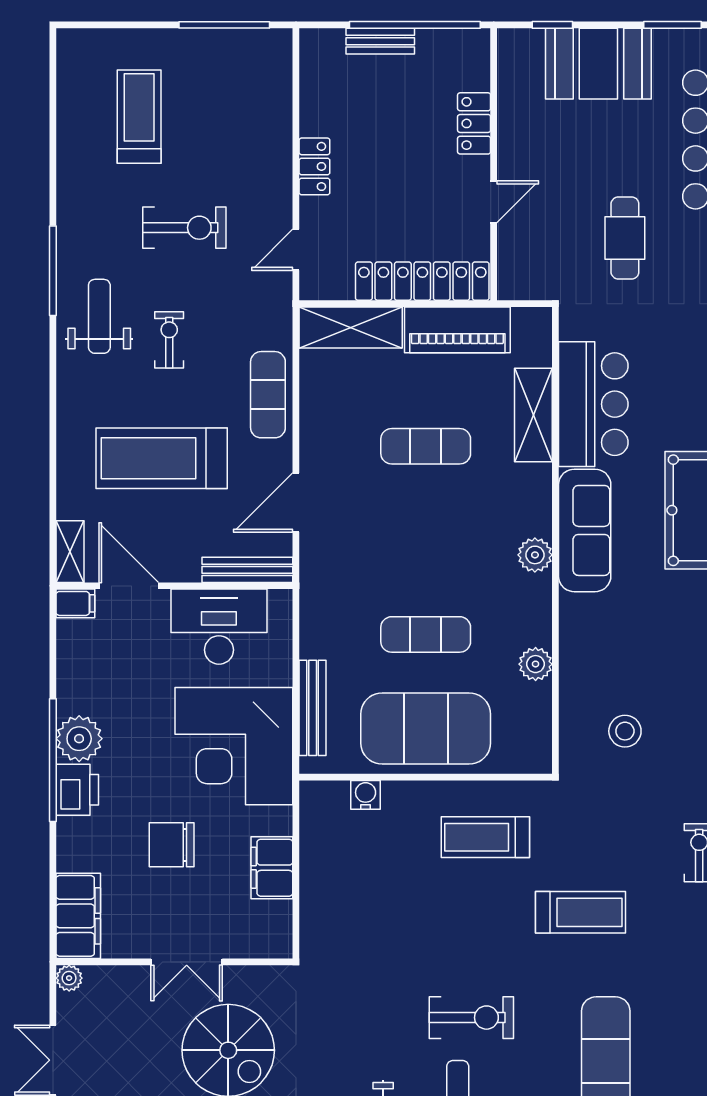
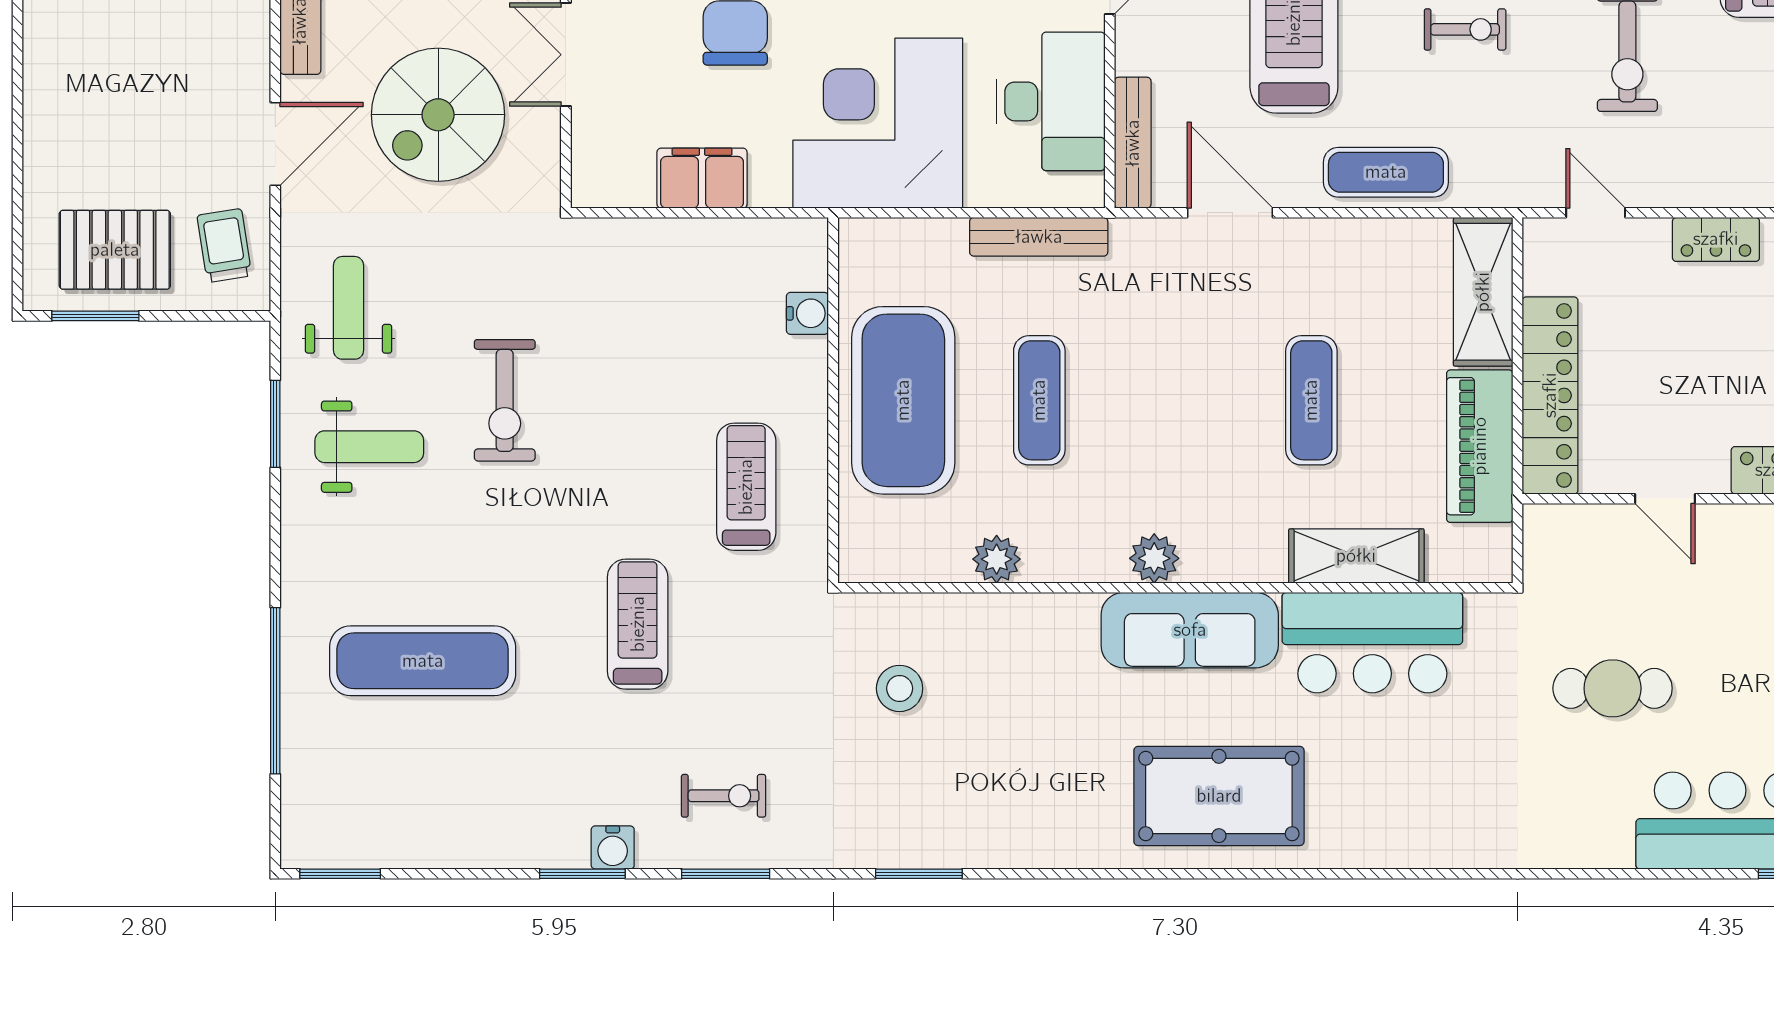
bench: (313, 708) -> (1039, 237), moved
treadmill: (581, 912) -> (638, 624), turned 180
exercise bike: (471, 1018) -> (505, 400), moved

